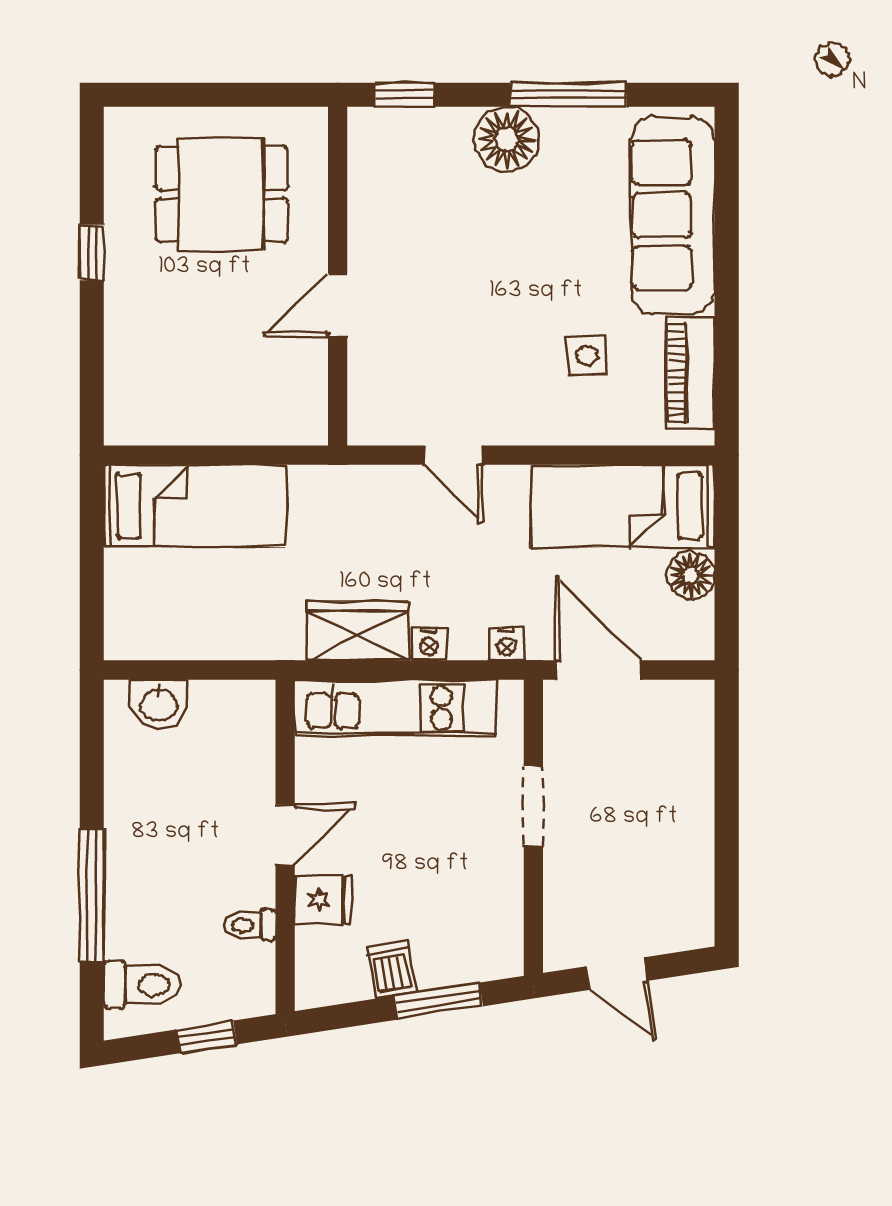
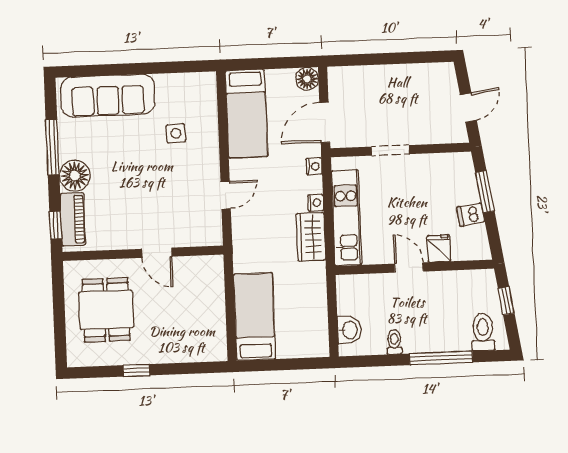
piano: (690, 373) -> (73, 219), moved, turned -90
floor lamp: (691, 575) -> (307, 79), moved
toilet: (250, 925) -> (394, 342), moved, turned 180

